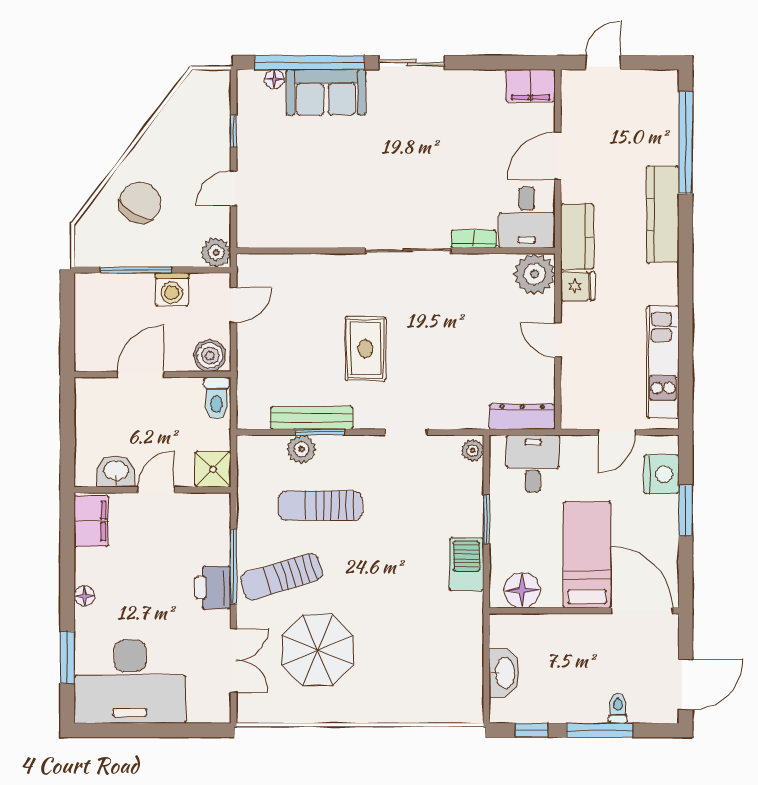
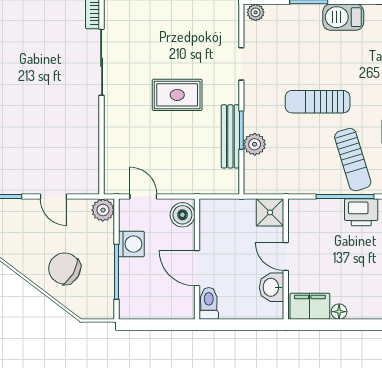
toilet: (216, 398) -> (209, 303), moved, turned -90
sun lounger: (320, 506) -> (318, 102), moved, turned 90
floor lamp: (84, 596) -> (339, 312), moved

